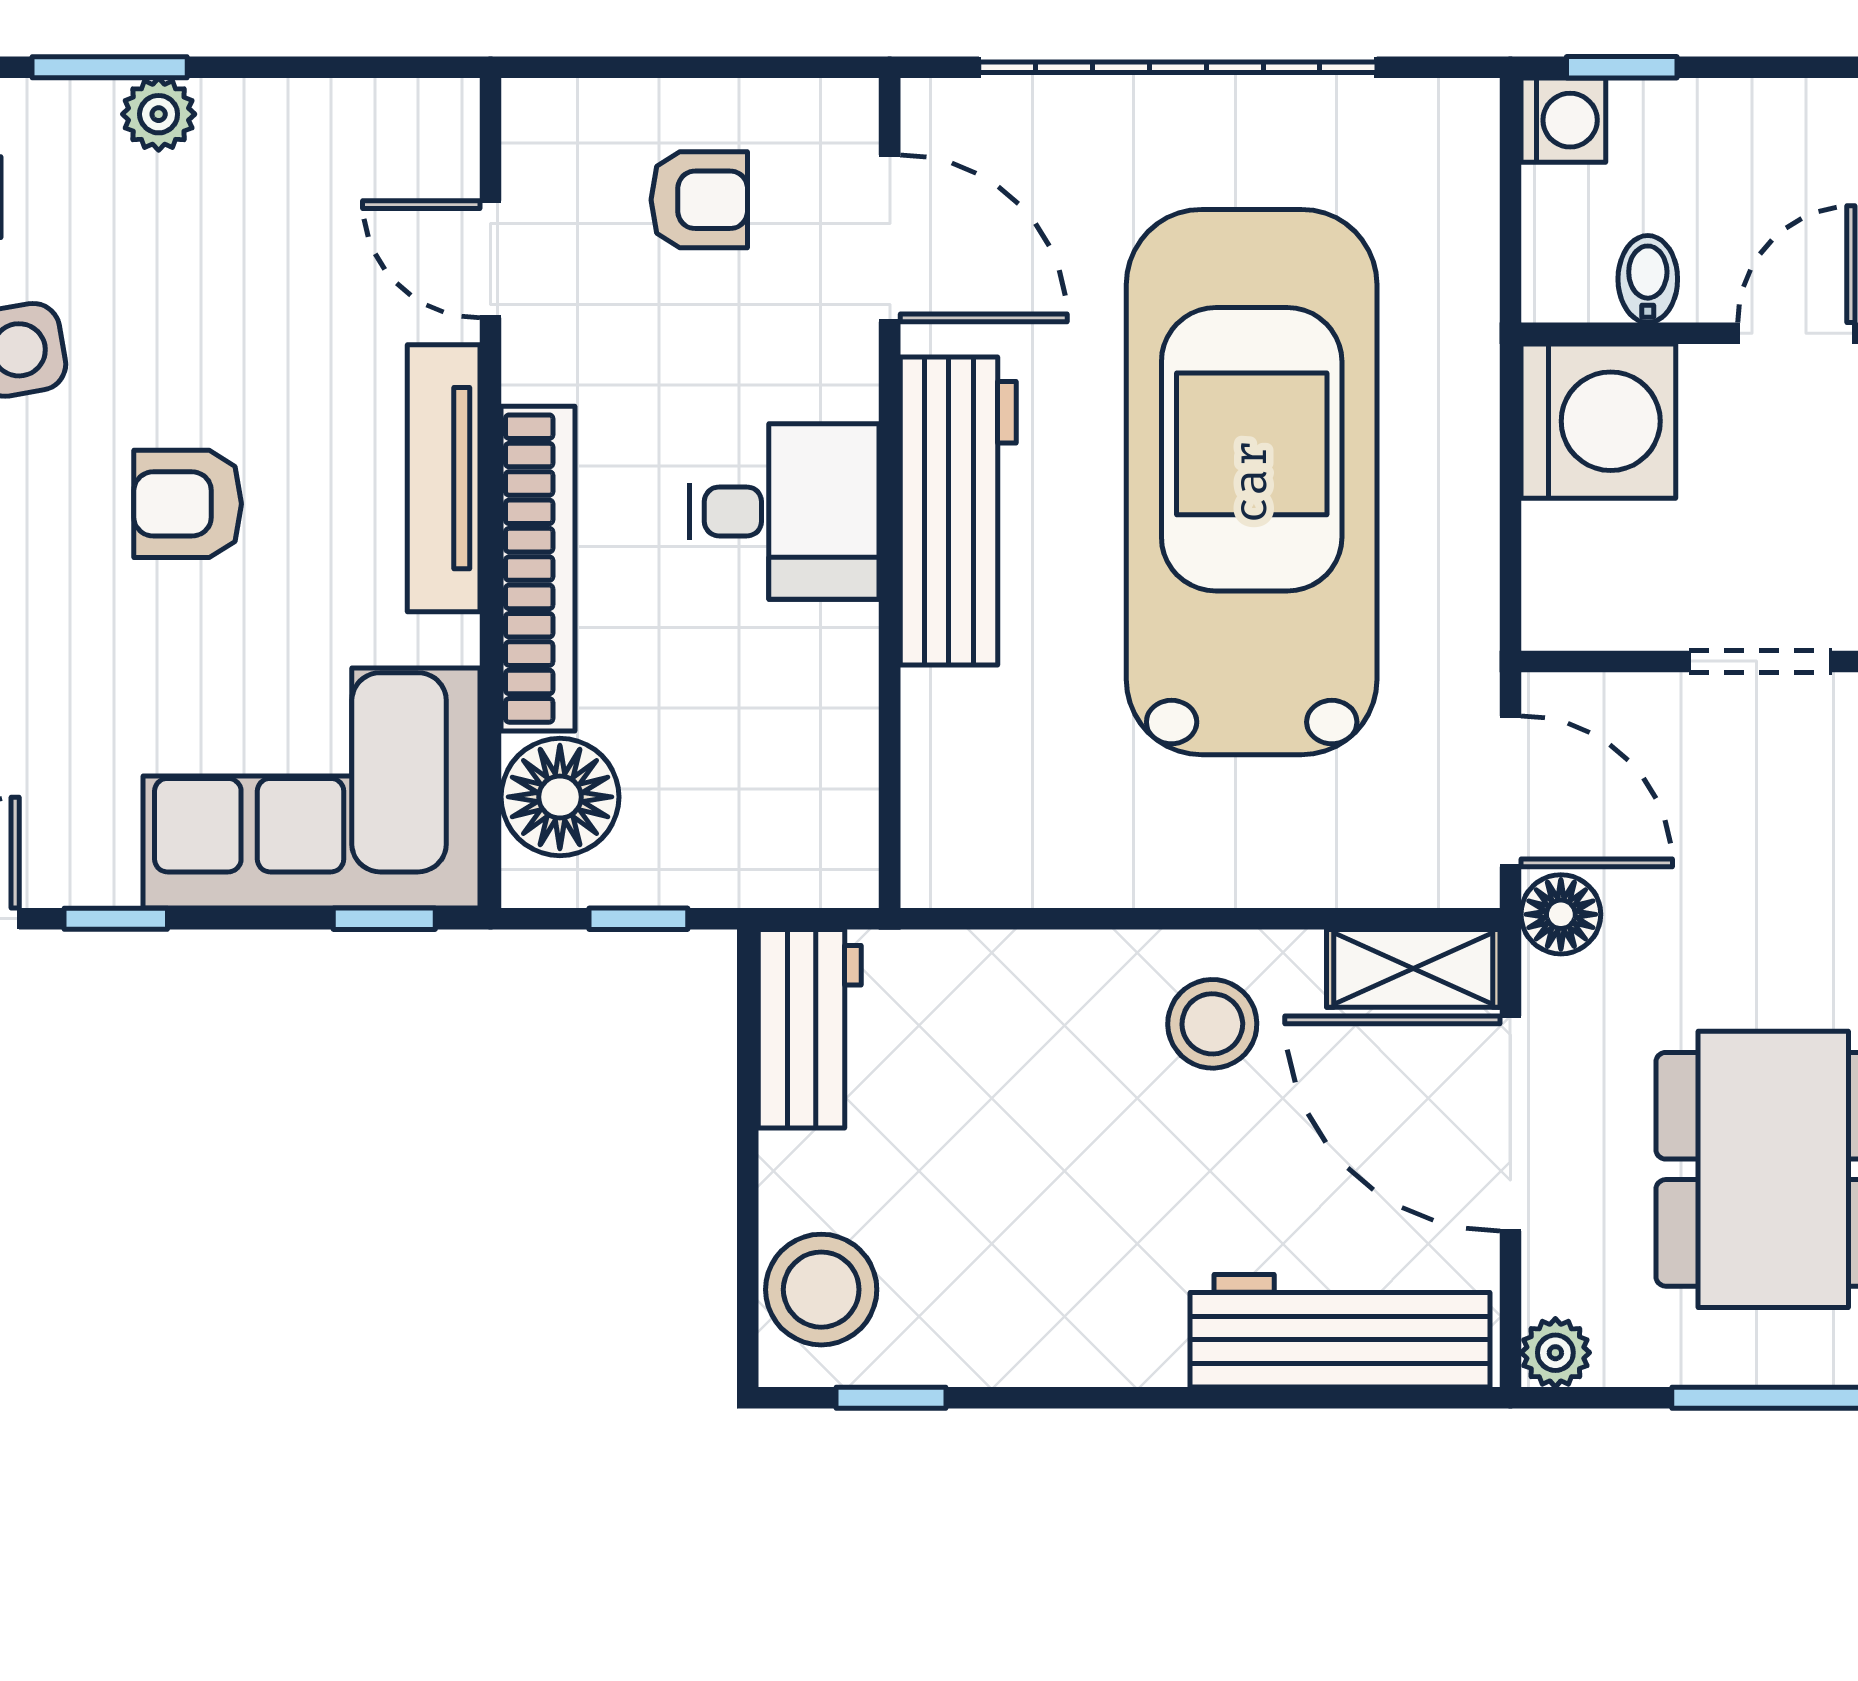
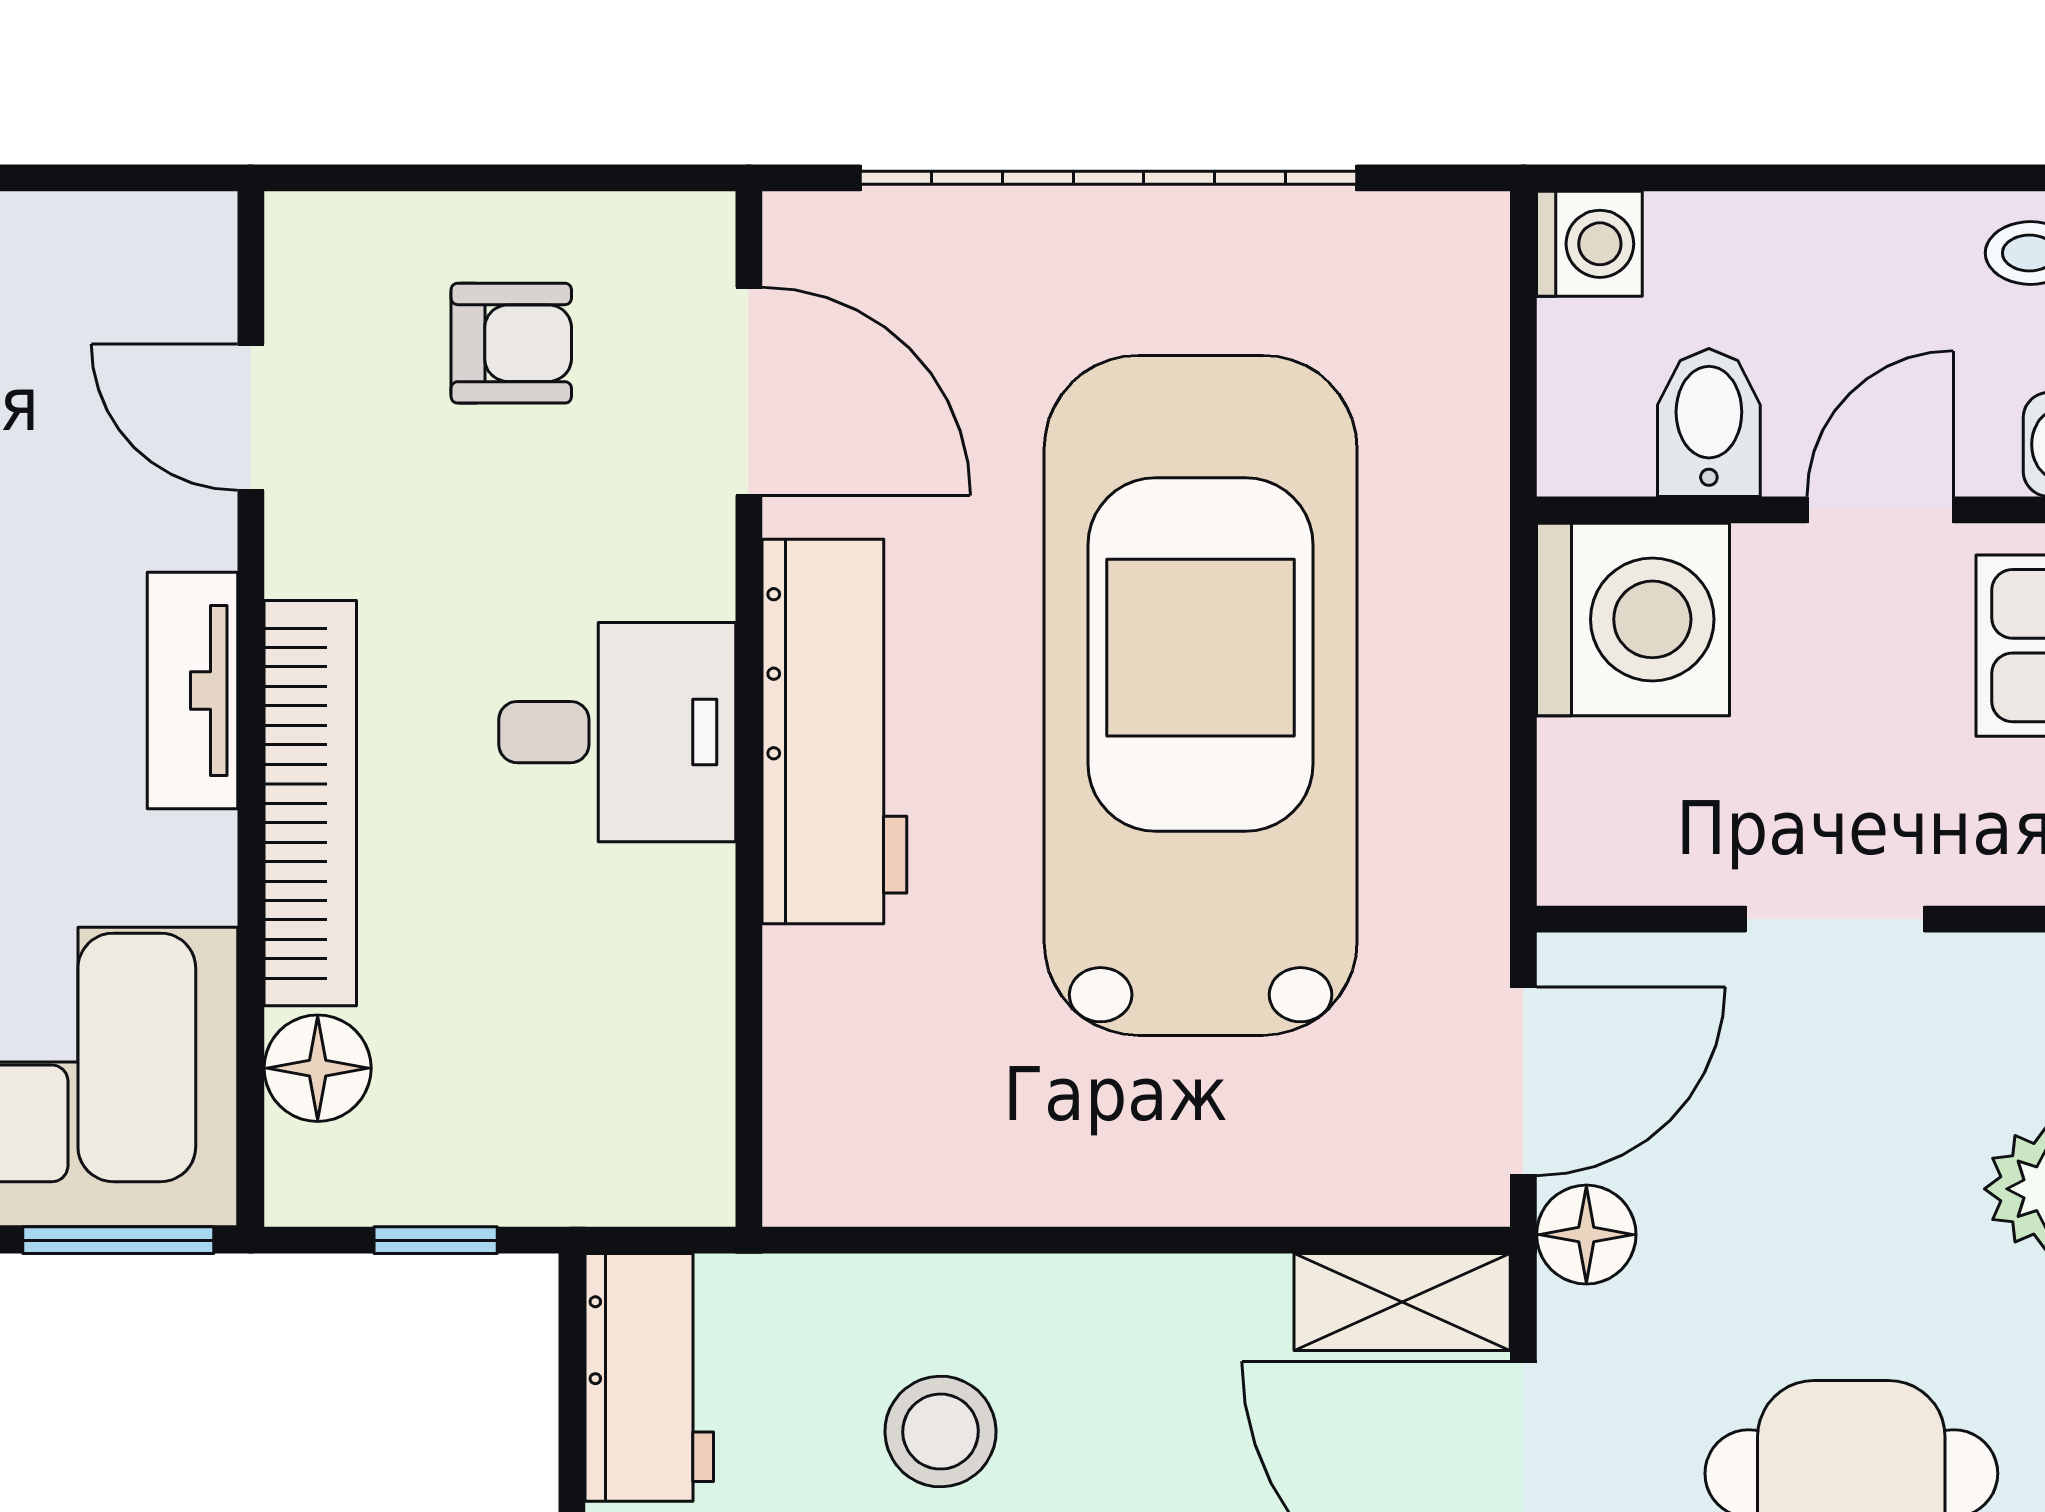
window: (1622, 67) -> (1662, 178), removed
bidet: (1648, 279) -> (1709, 422), width x1.38, depth x1.36
tv unit: (444, 478) -> (193, 690), width x0.71
door: (1510, 791) -> (1523, 1081), hinge flipped
floor lamp: (560, 797) -> (318, 1068), width x0.73, depth x0.73
window: (384, 919) -> (118, 1240), width x1.50
stool: (1212, 1024) -> (940, 1432), moved

